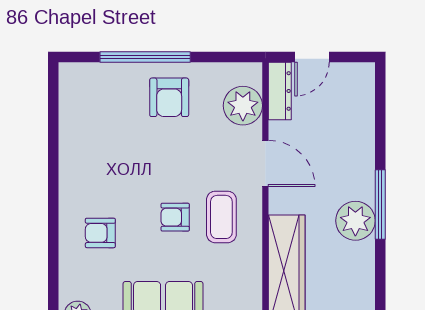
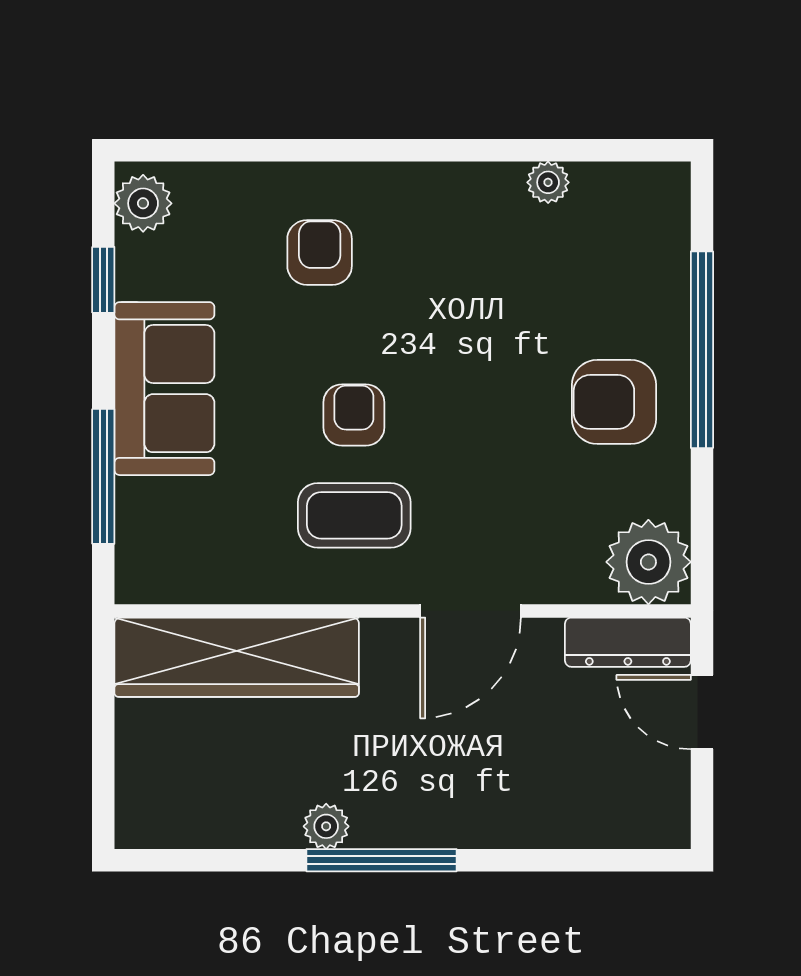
plant: (243, 106) -> (648, 562), moved
plant: (68, 128) -> (548, 182), added
plant: (355, 221) -> (326, 826), width x0.53, depth x0.53

